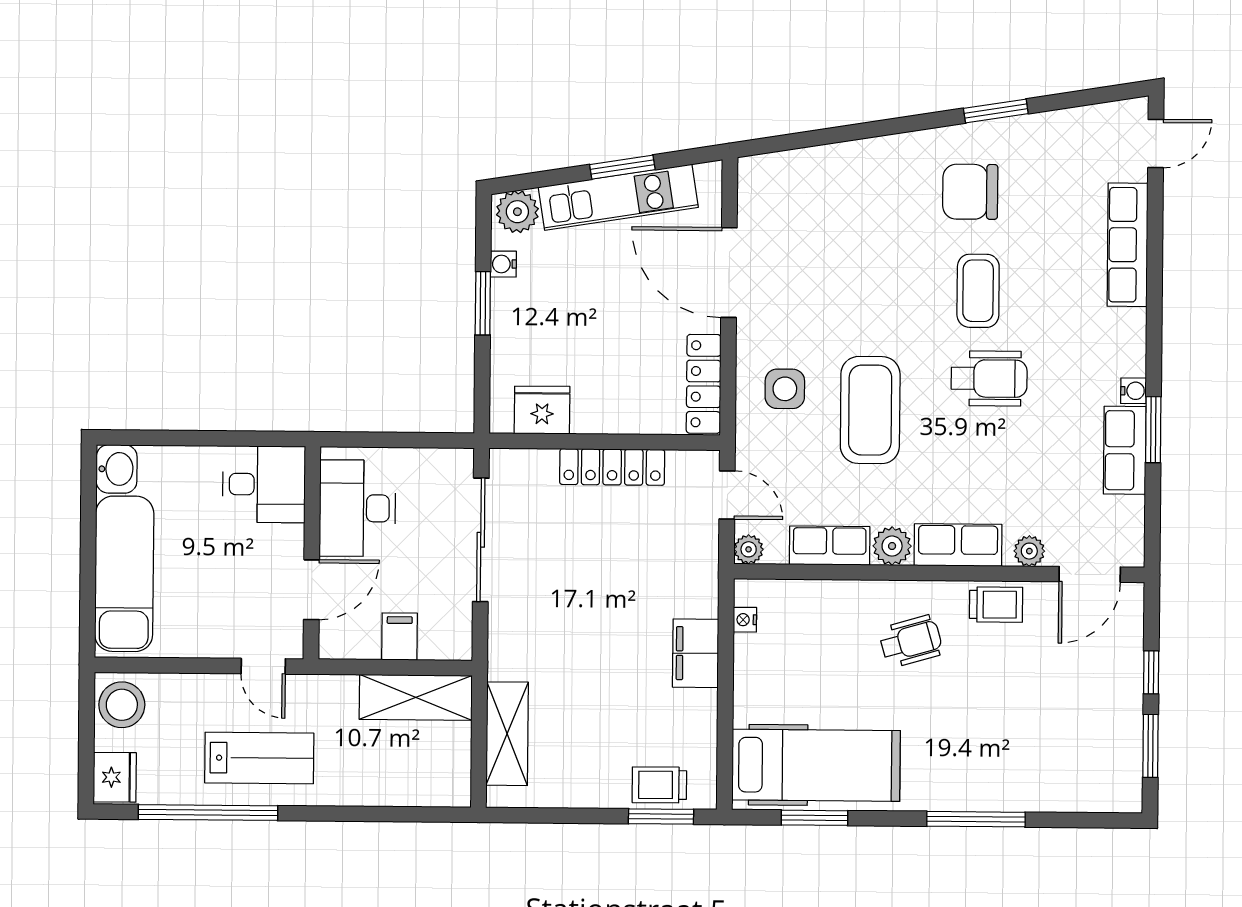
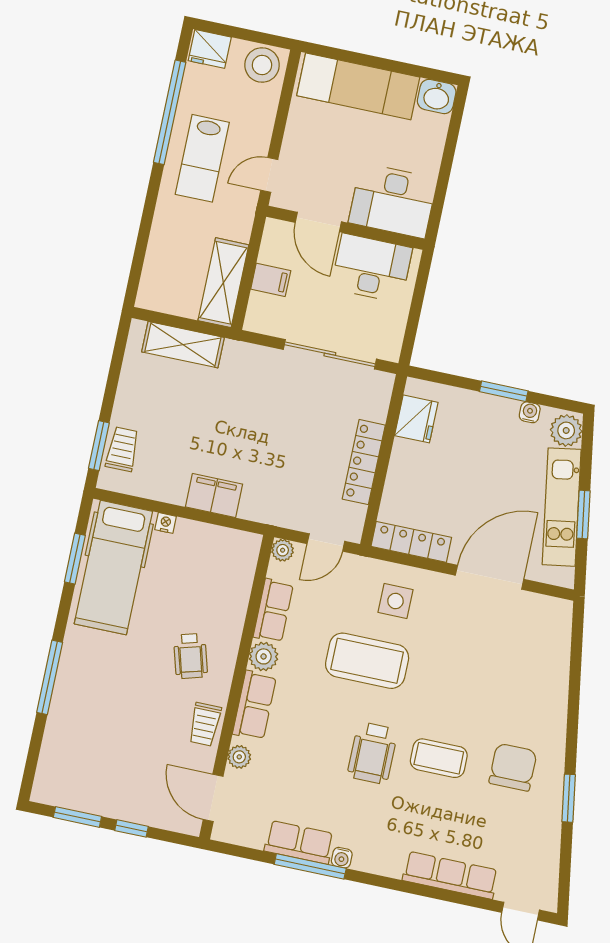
window: (1153, 430) -> (310, 866), width x1.44
desk: (264, 484) -> (393, 201), width x1.37
nightstand: (745, 620) -> (166, 523), moved

